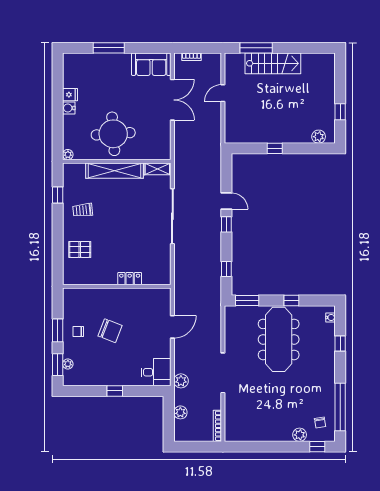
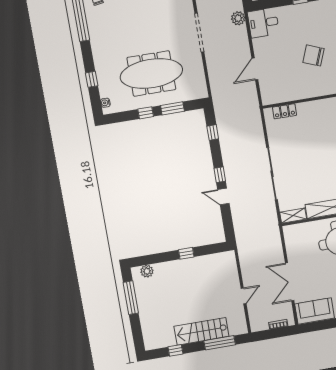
window: (303, 48) -> (175, 350), added
window: (340, 112) -> (131, 298), width x2.17
locker: (130, 279) -> (285, 111), moved
window: (247, 301) -> (172, 108), moved
meeting table: (279, 339) -> (151, 74), turned 90

